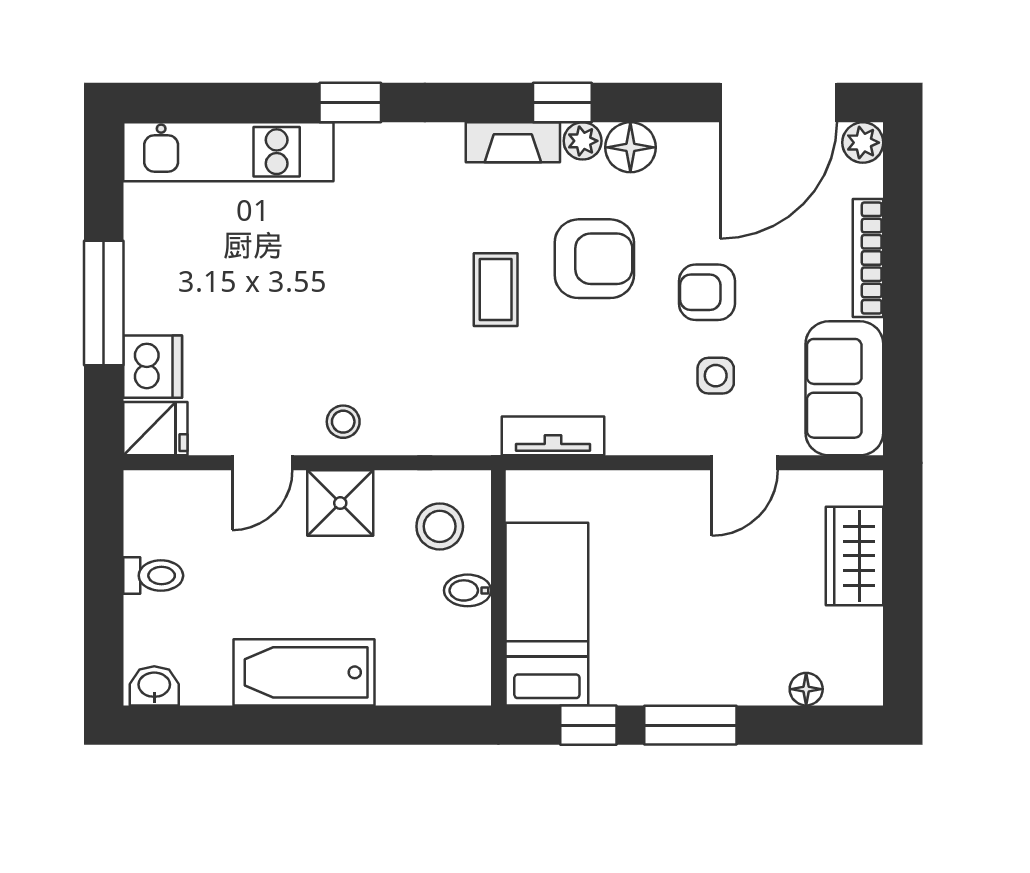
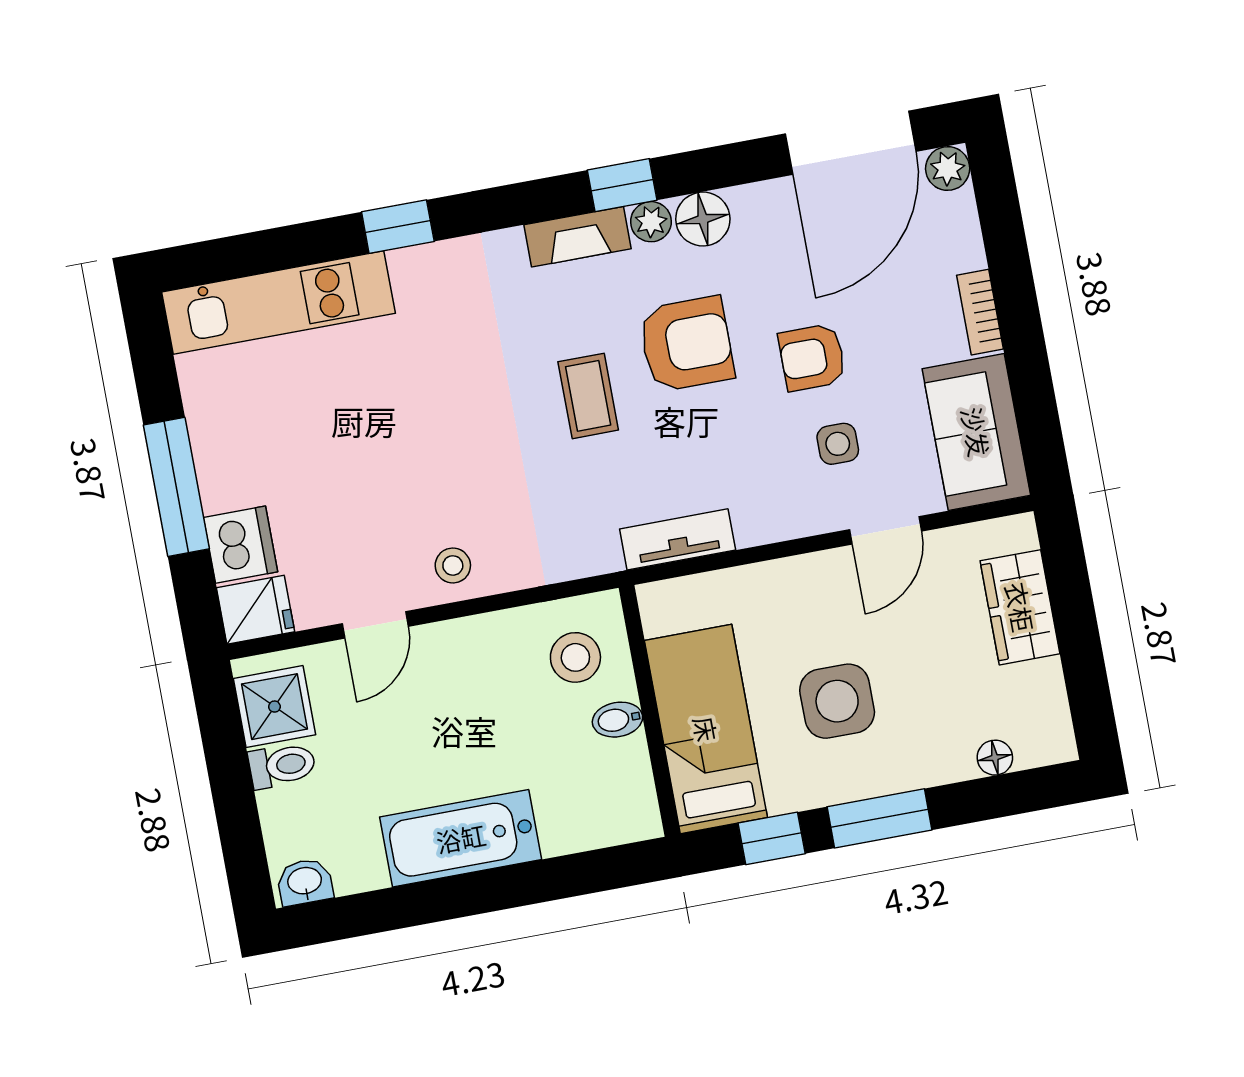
bookcase: (868, 258) -> (980, 312), width x0.64
shower: (340, 503) -> (274, 707), moved
side table: (671, 611) -> (837, 701), added

